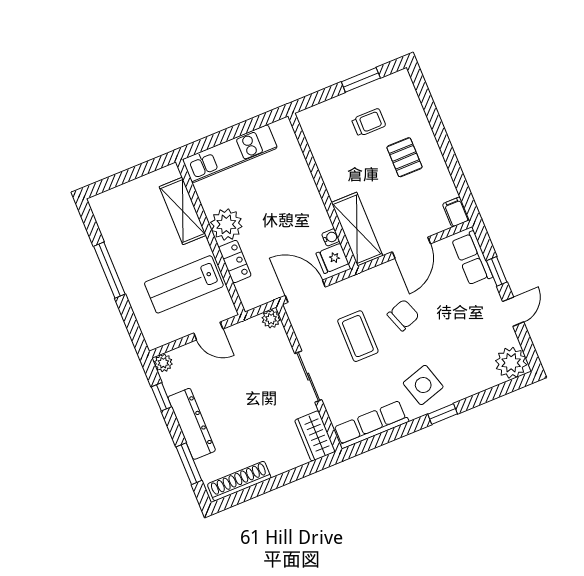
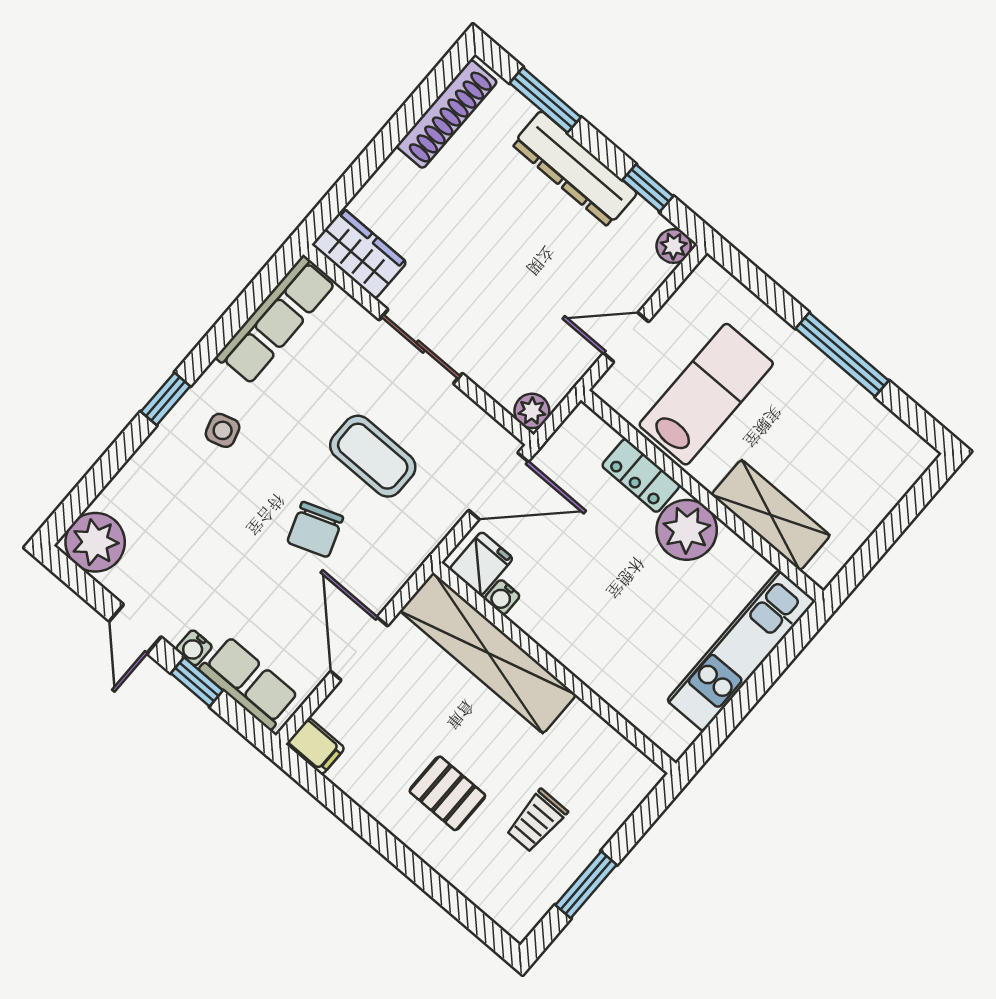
shelving: (357, 229) -> (488, 653), width x1.47
water cooler: (490, 288) -> (194, 648), added
side table: (423, 385) -> (223, 430), width x0.54, depth x0.54

